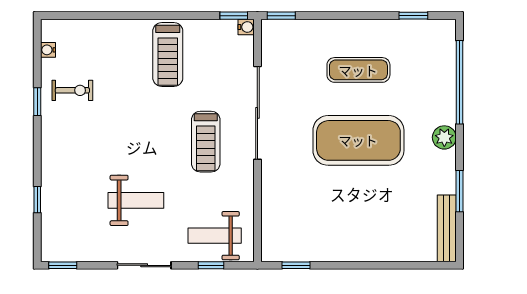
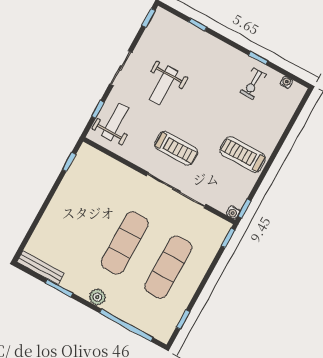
exercise mat: (358, 70) -> (168, 267), width x1.36, depth x1.45
exercise mat: (358, 140) -> (125, 243), width x0.68
treadmill: (206, 142) -> (176, 148), turned 180

